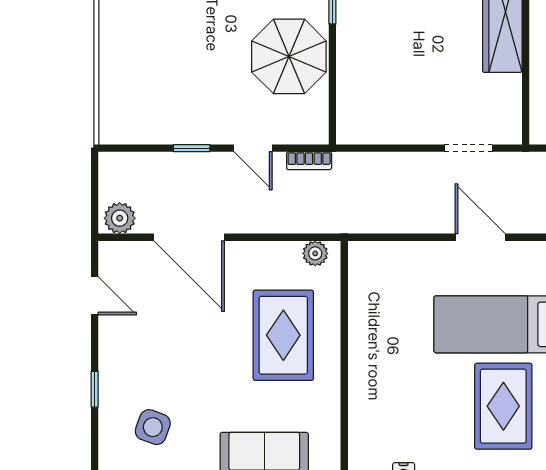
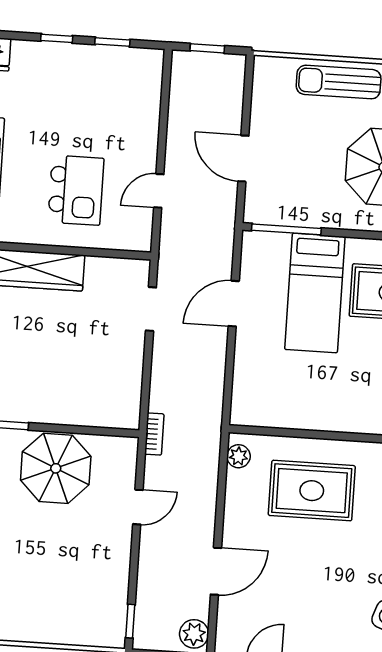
window: (192, 148) -> (130, 621), moved
bookcase: (309, 161) -> (154, 434), moved
door: (189, 237) -> (216, 571), width x0.73

